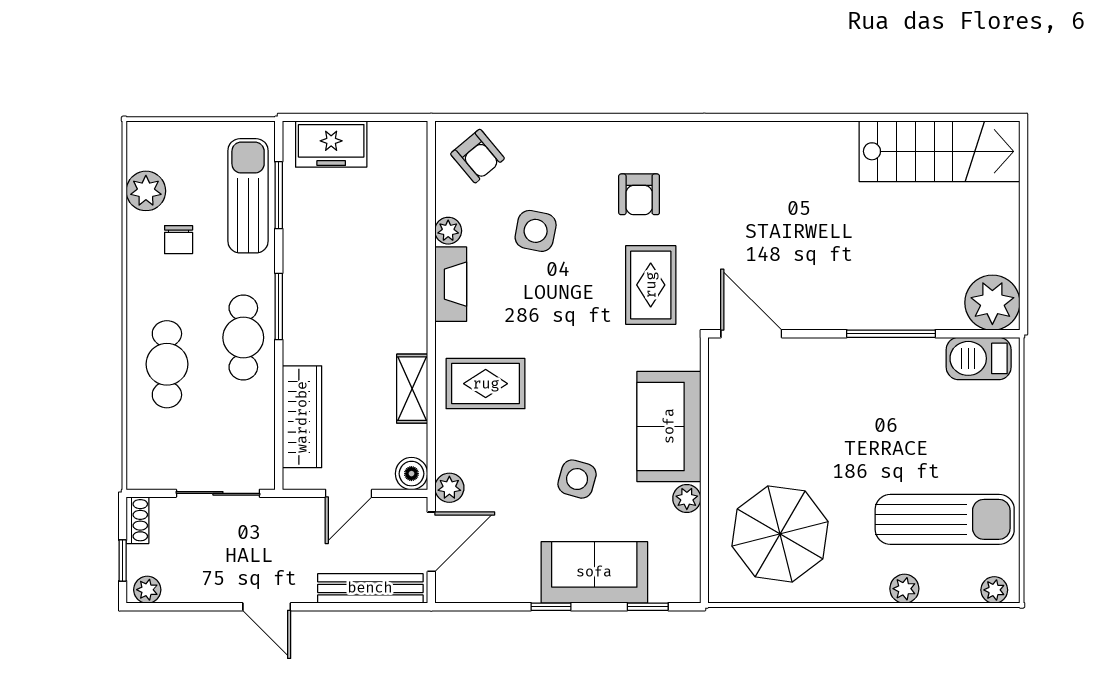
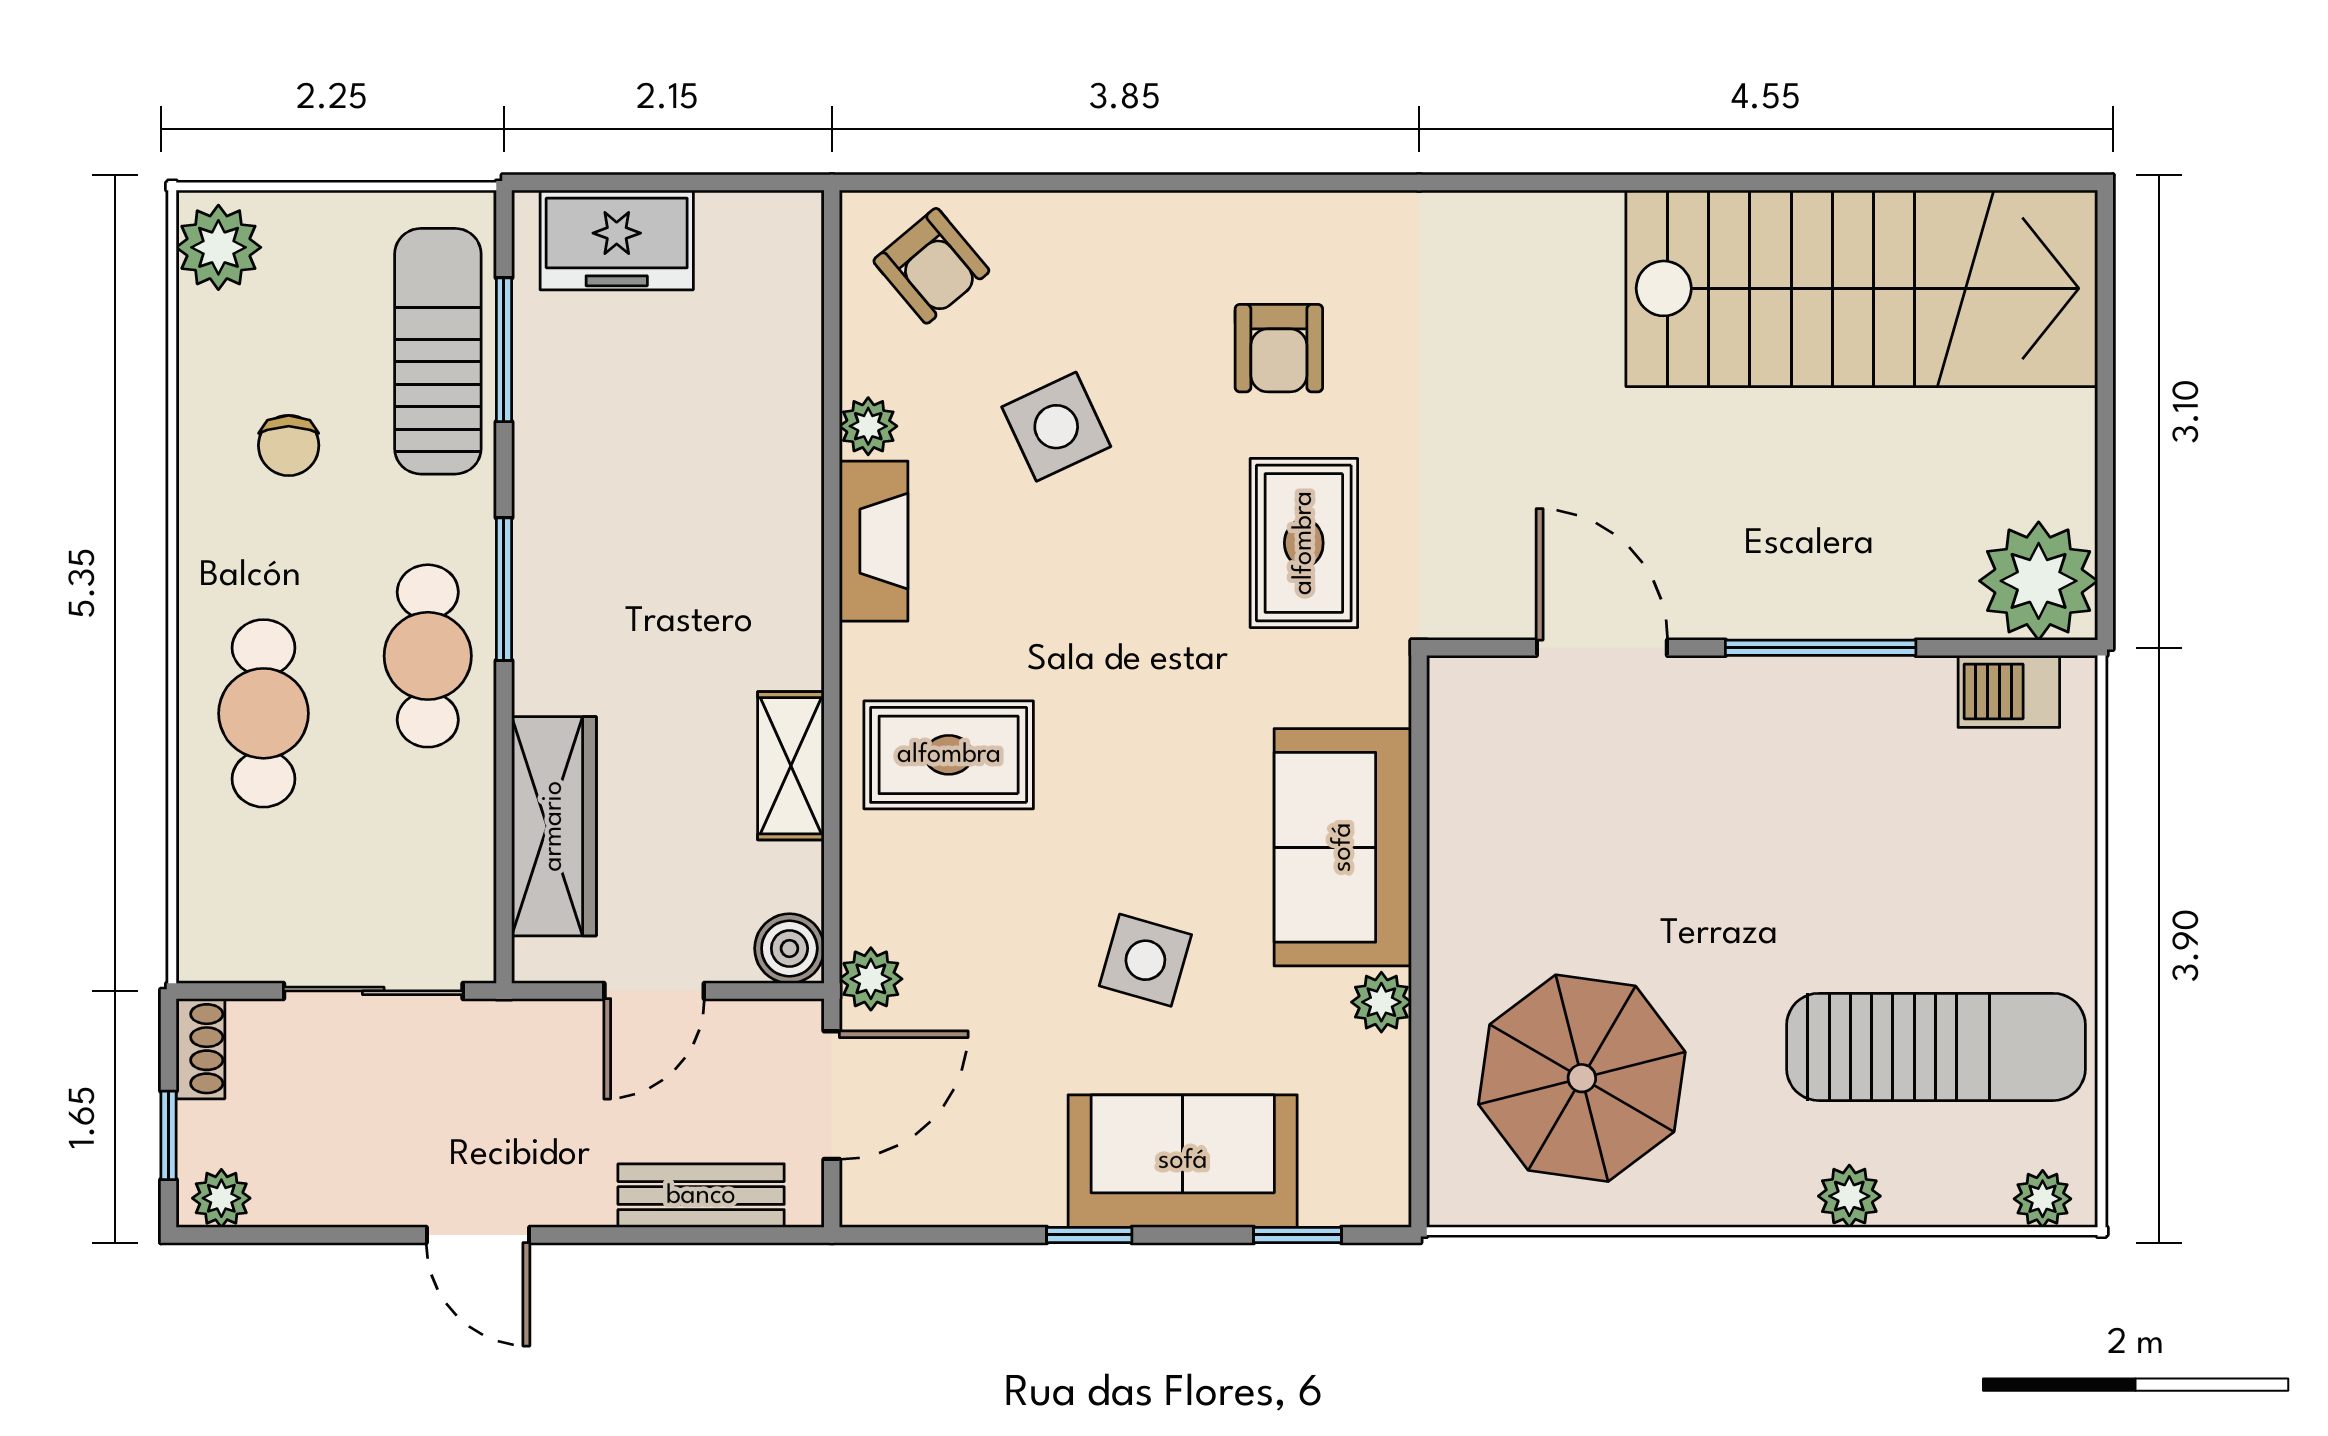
stairs: (940, 151) -> (1862, 288), width x1.36, depth x1.51
plant: (146, 191) -> (218, 247), moved
side table: (536, 231) -> (1056, 427), turned -36
door: (751, 334) -> (1602, 648), moved
barbecue: (979, 358) -> (2009, 691), width x0.73, depth x0.79
bench: (370, 588) -> (701, 1196), width x0.73

